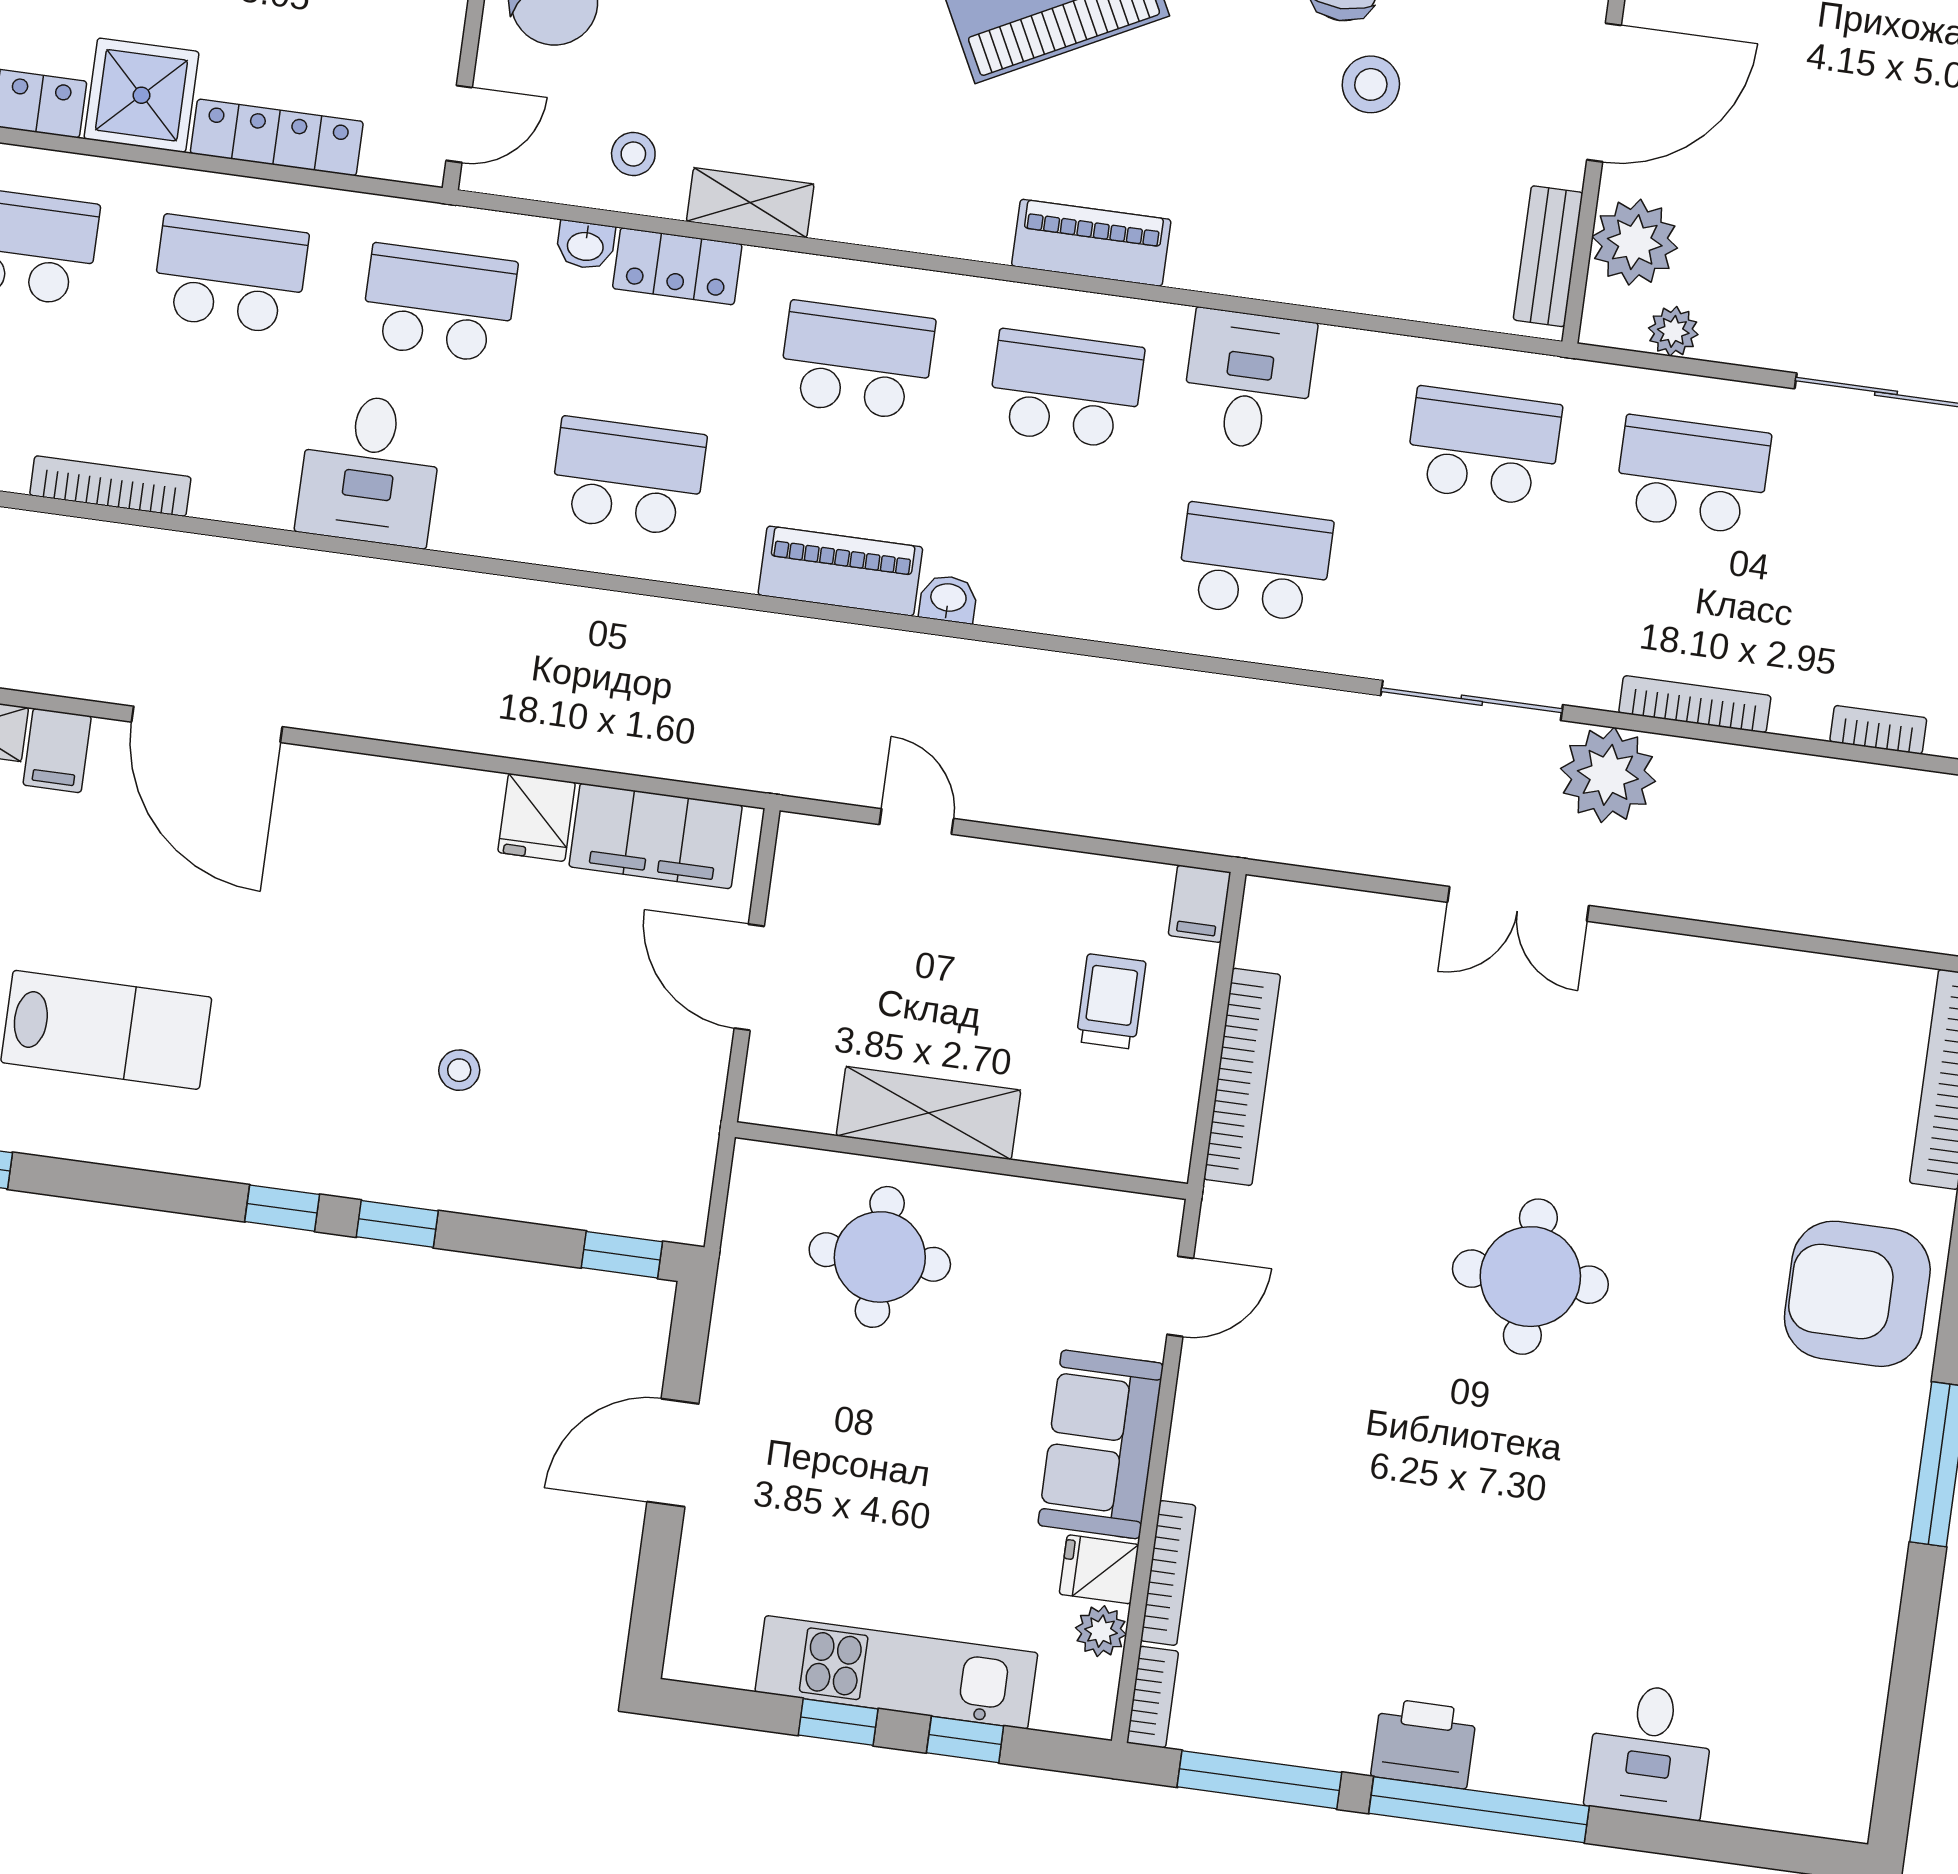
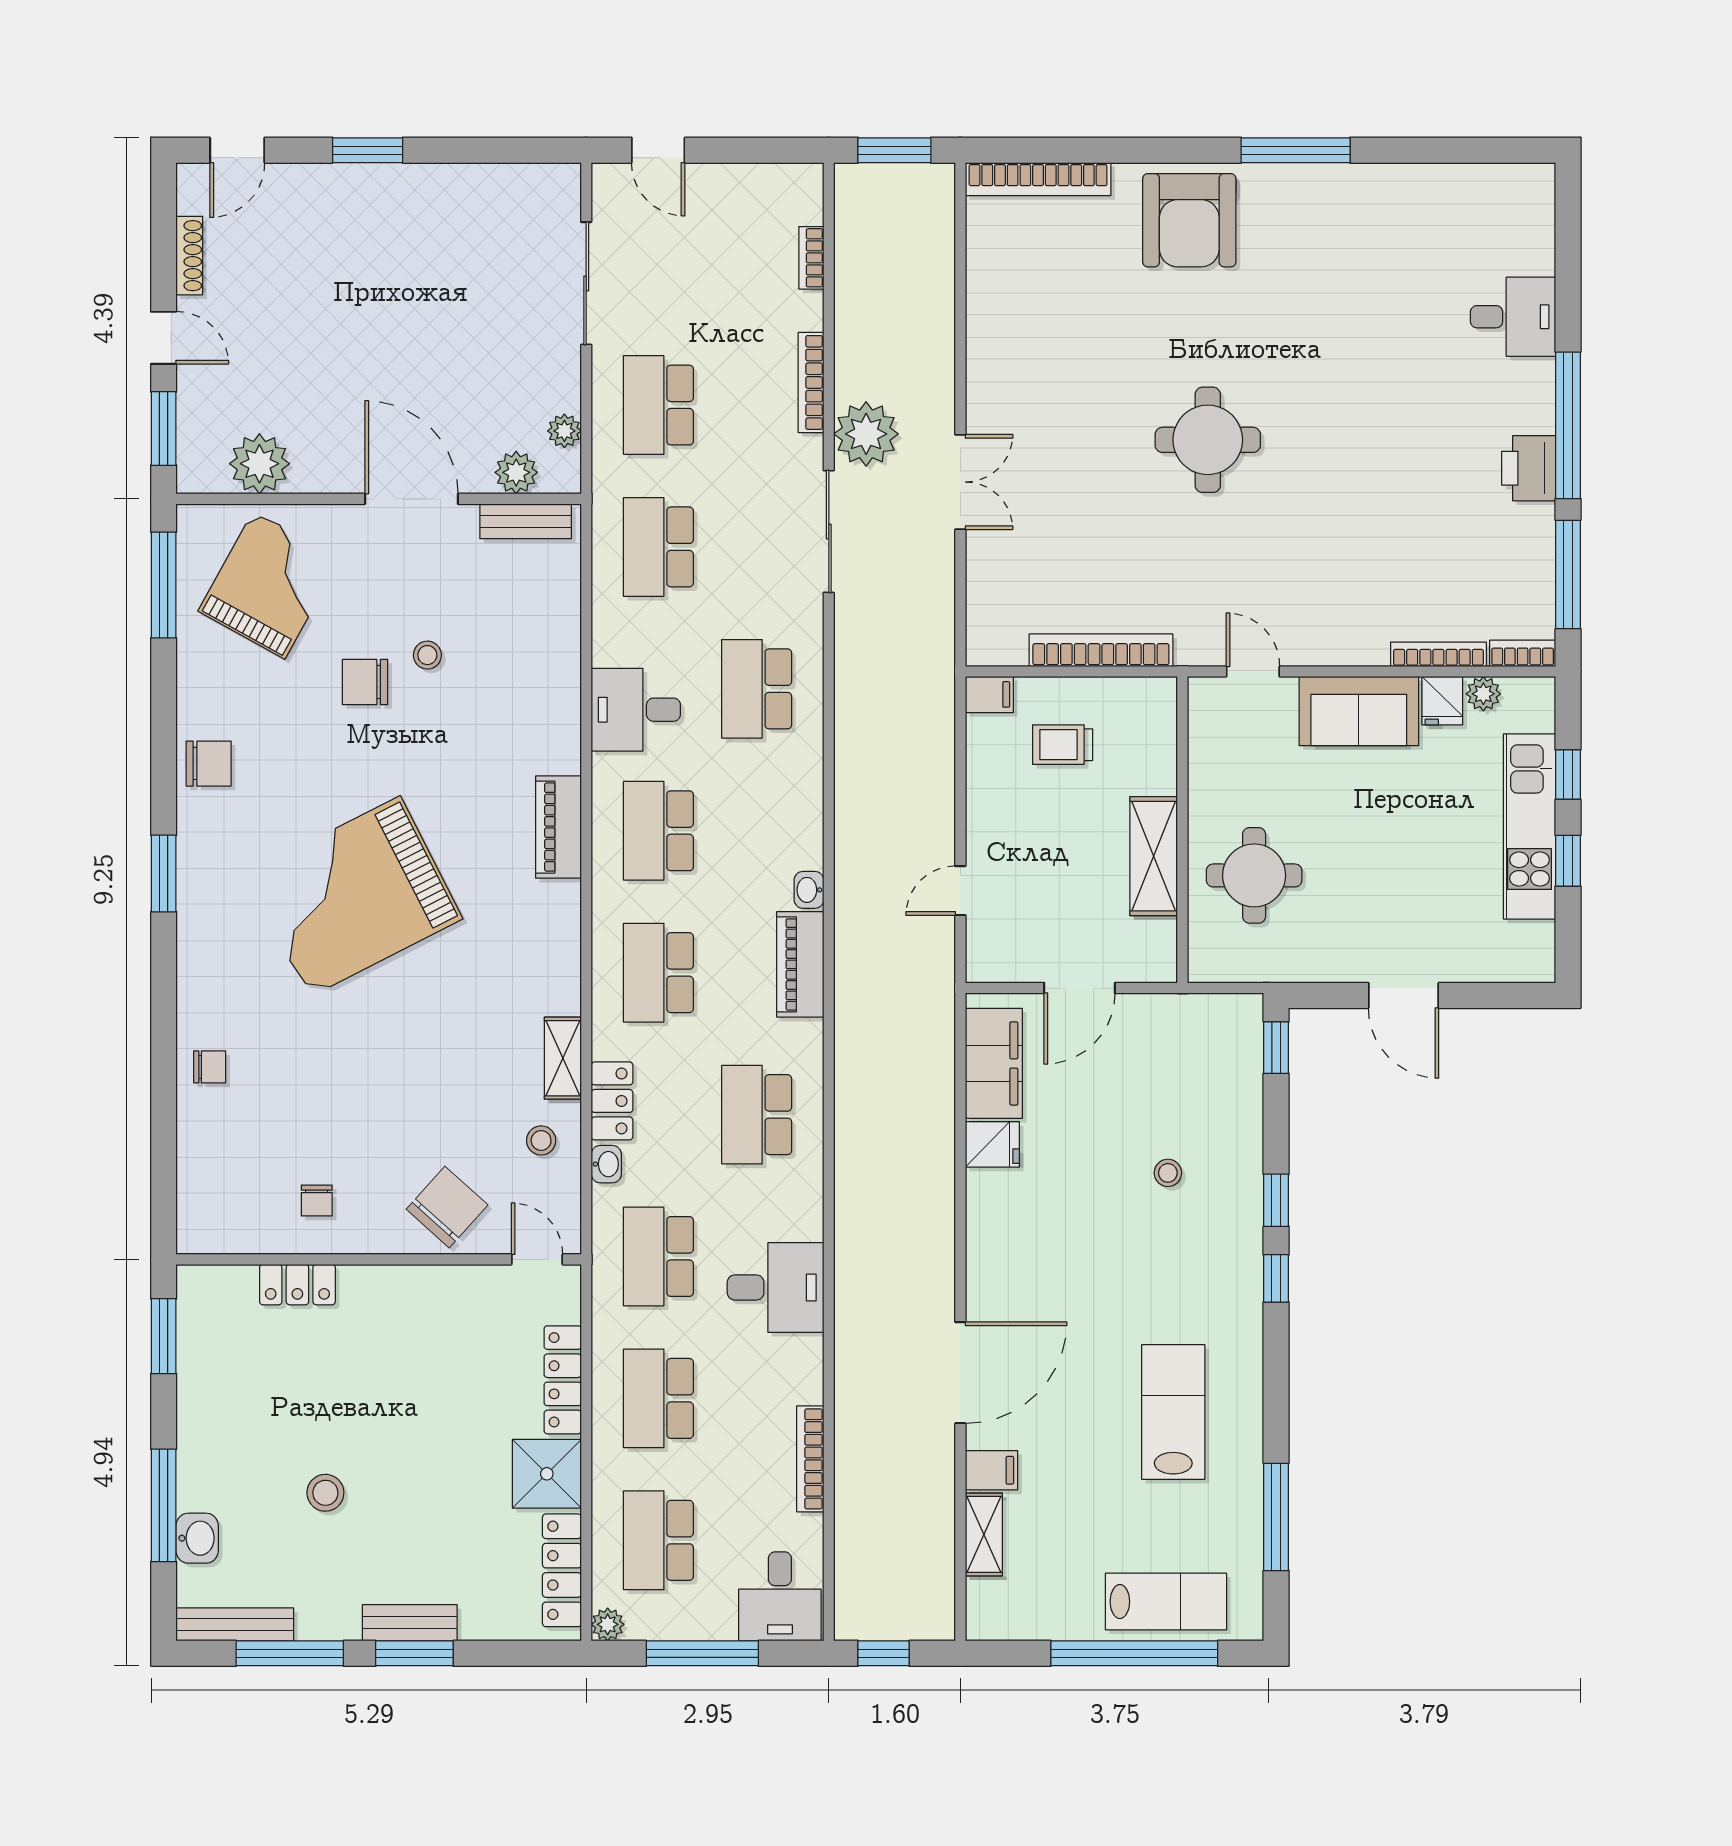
stool: (1371, 84) -> (427, 655), width x0.73, depth x0.73
plant: (1635, 242) -> (516, 472), width x0.73, depth x0.73

